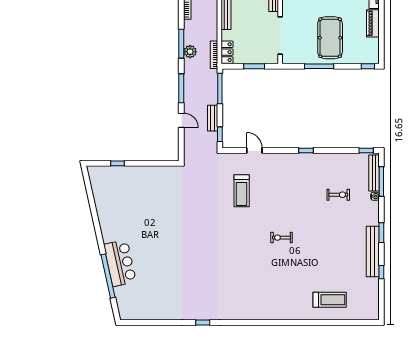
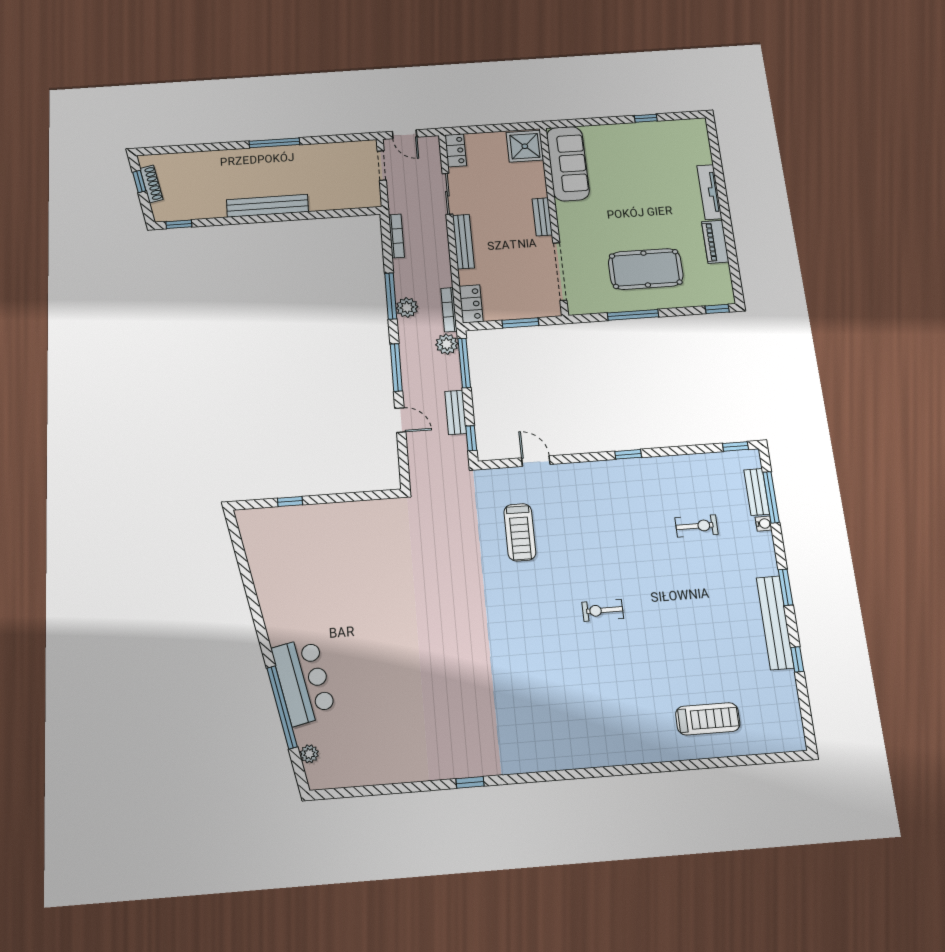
pool table: (330, 38) -> (646, 269), turned 90
plant: (211, 76) -> (447, 344), added
bench: (374, 173) -> (757, 492), width x0.73
plant: (121, 301) -> (309, 754), added

